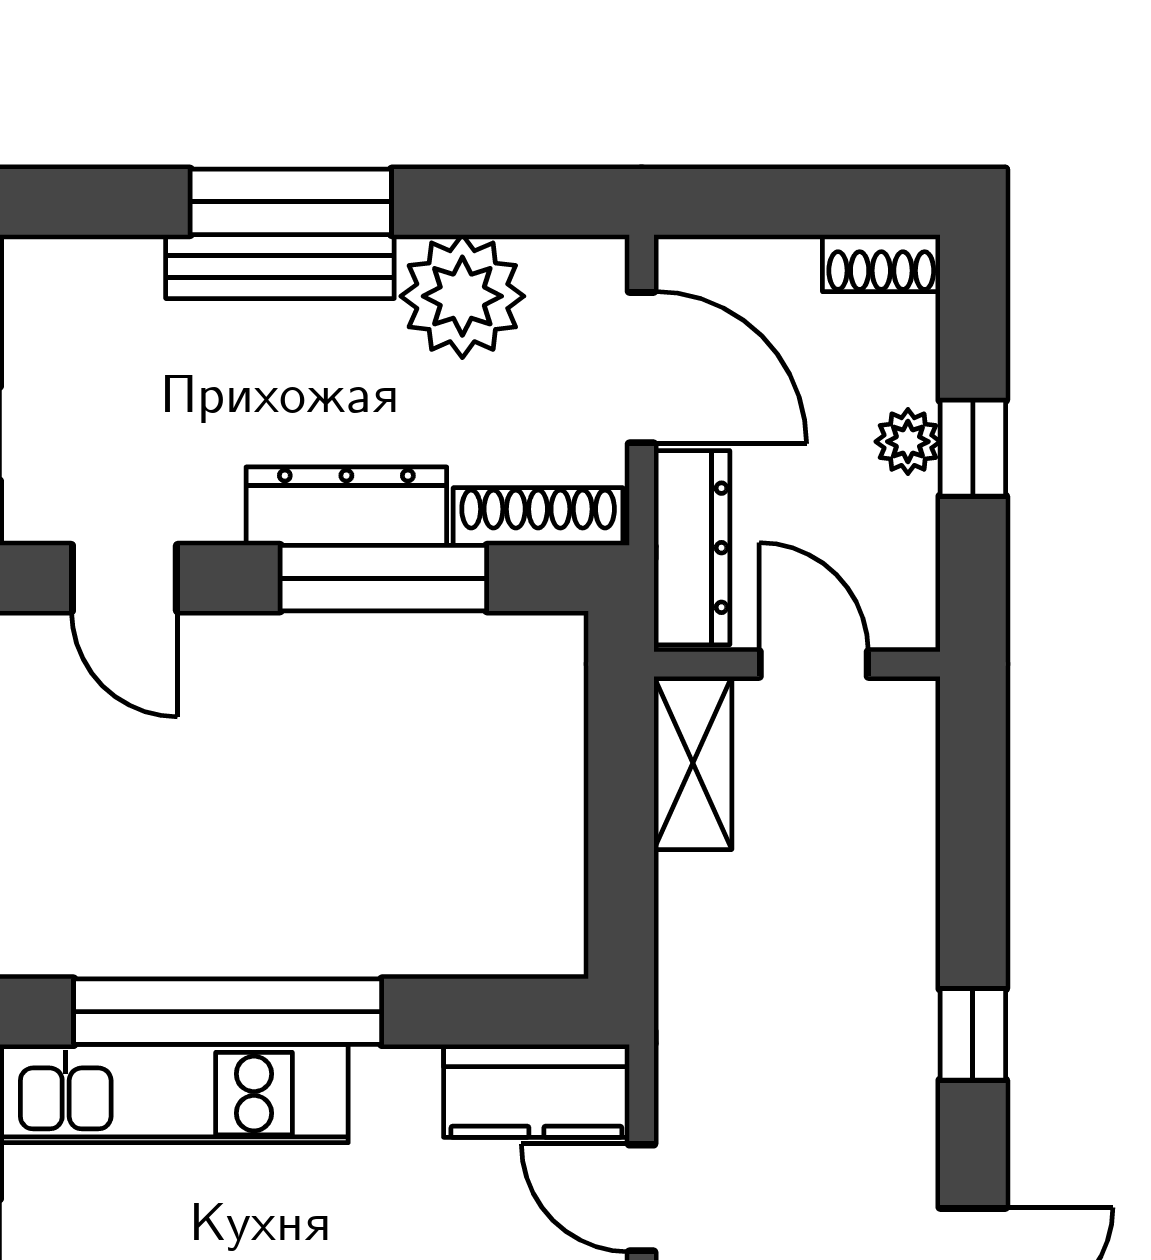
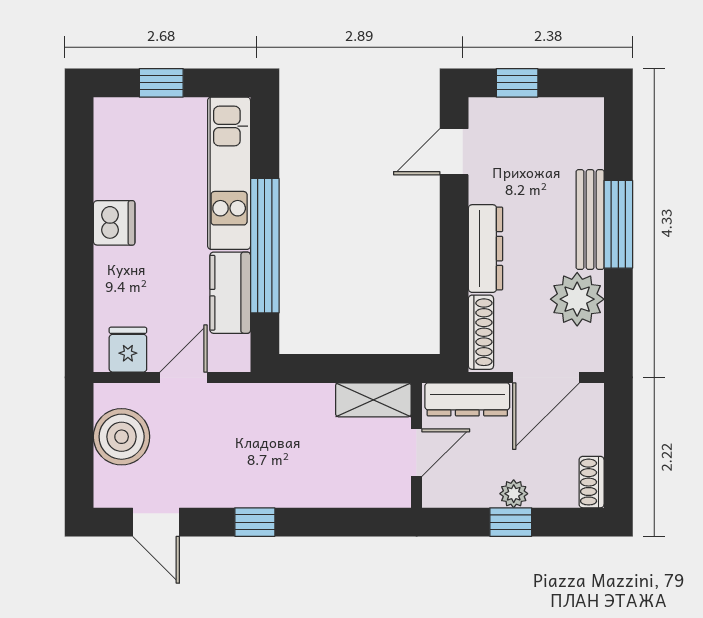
window: (383, 578) -> (454, 265), removed
window: (228, 1012) -> (265, 246), moved
kitchen counter: (536, 1091) -> (230, 293), moved

